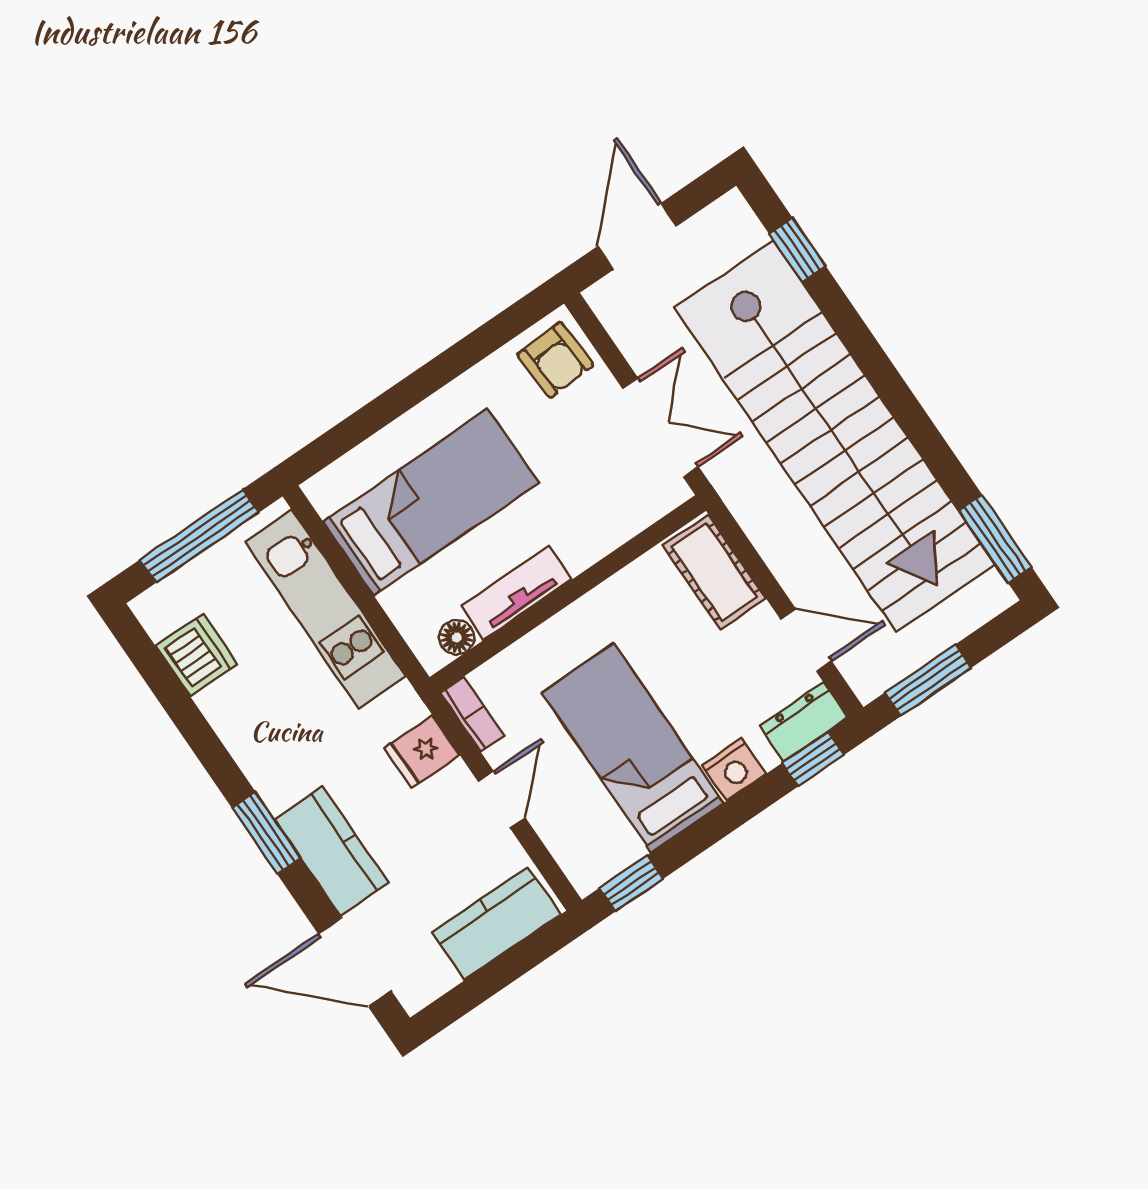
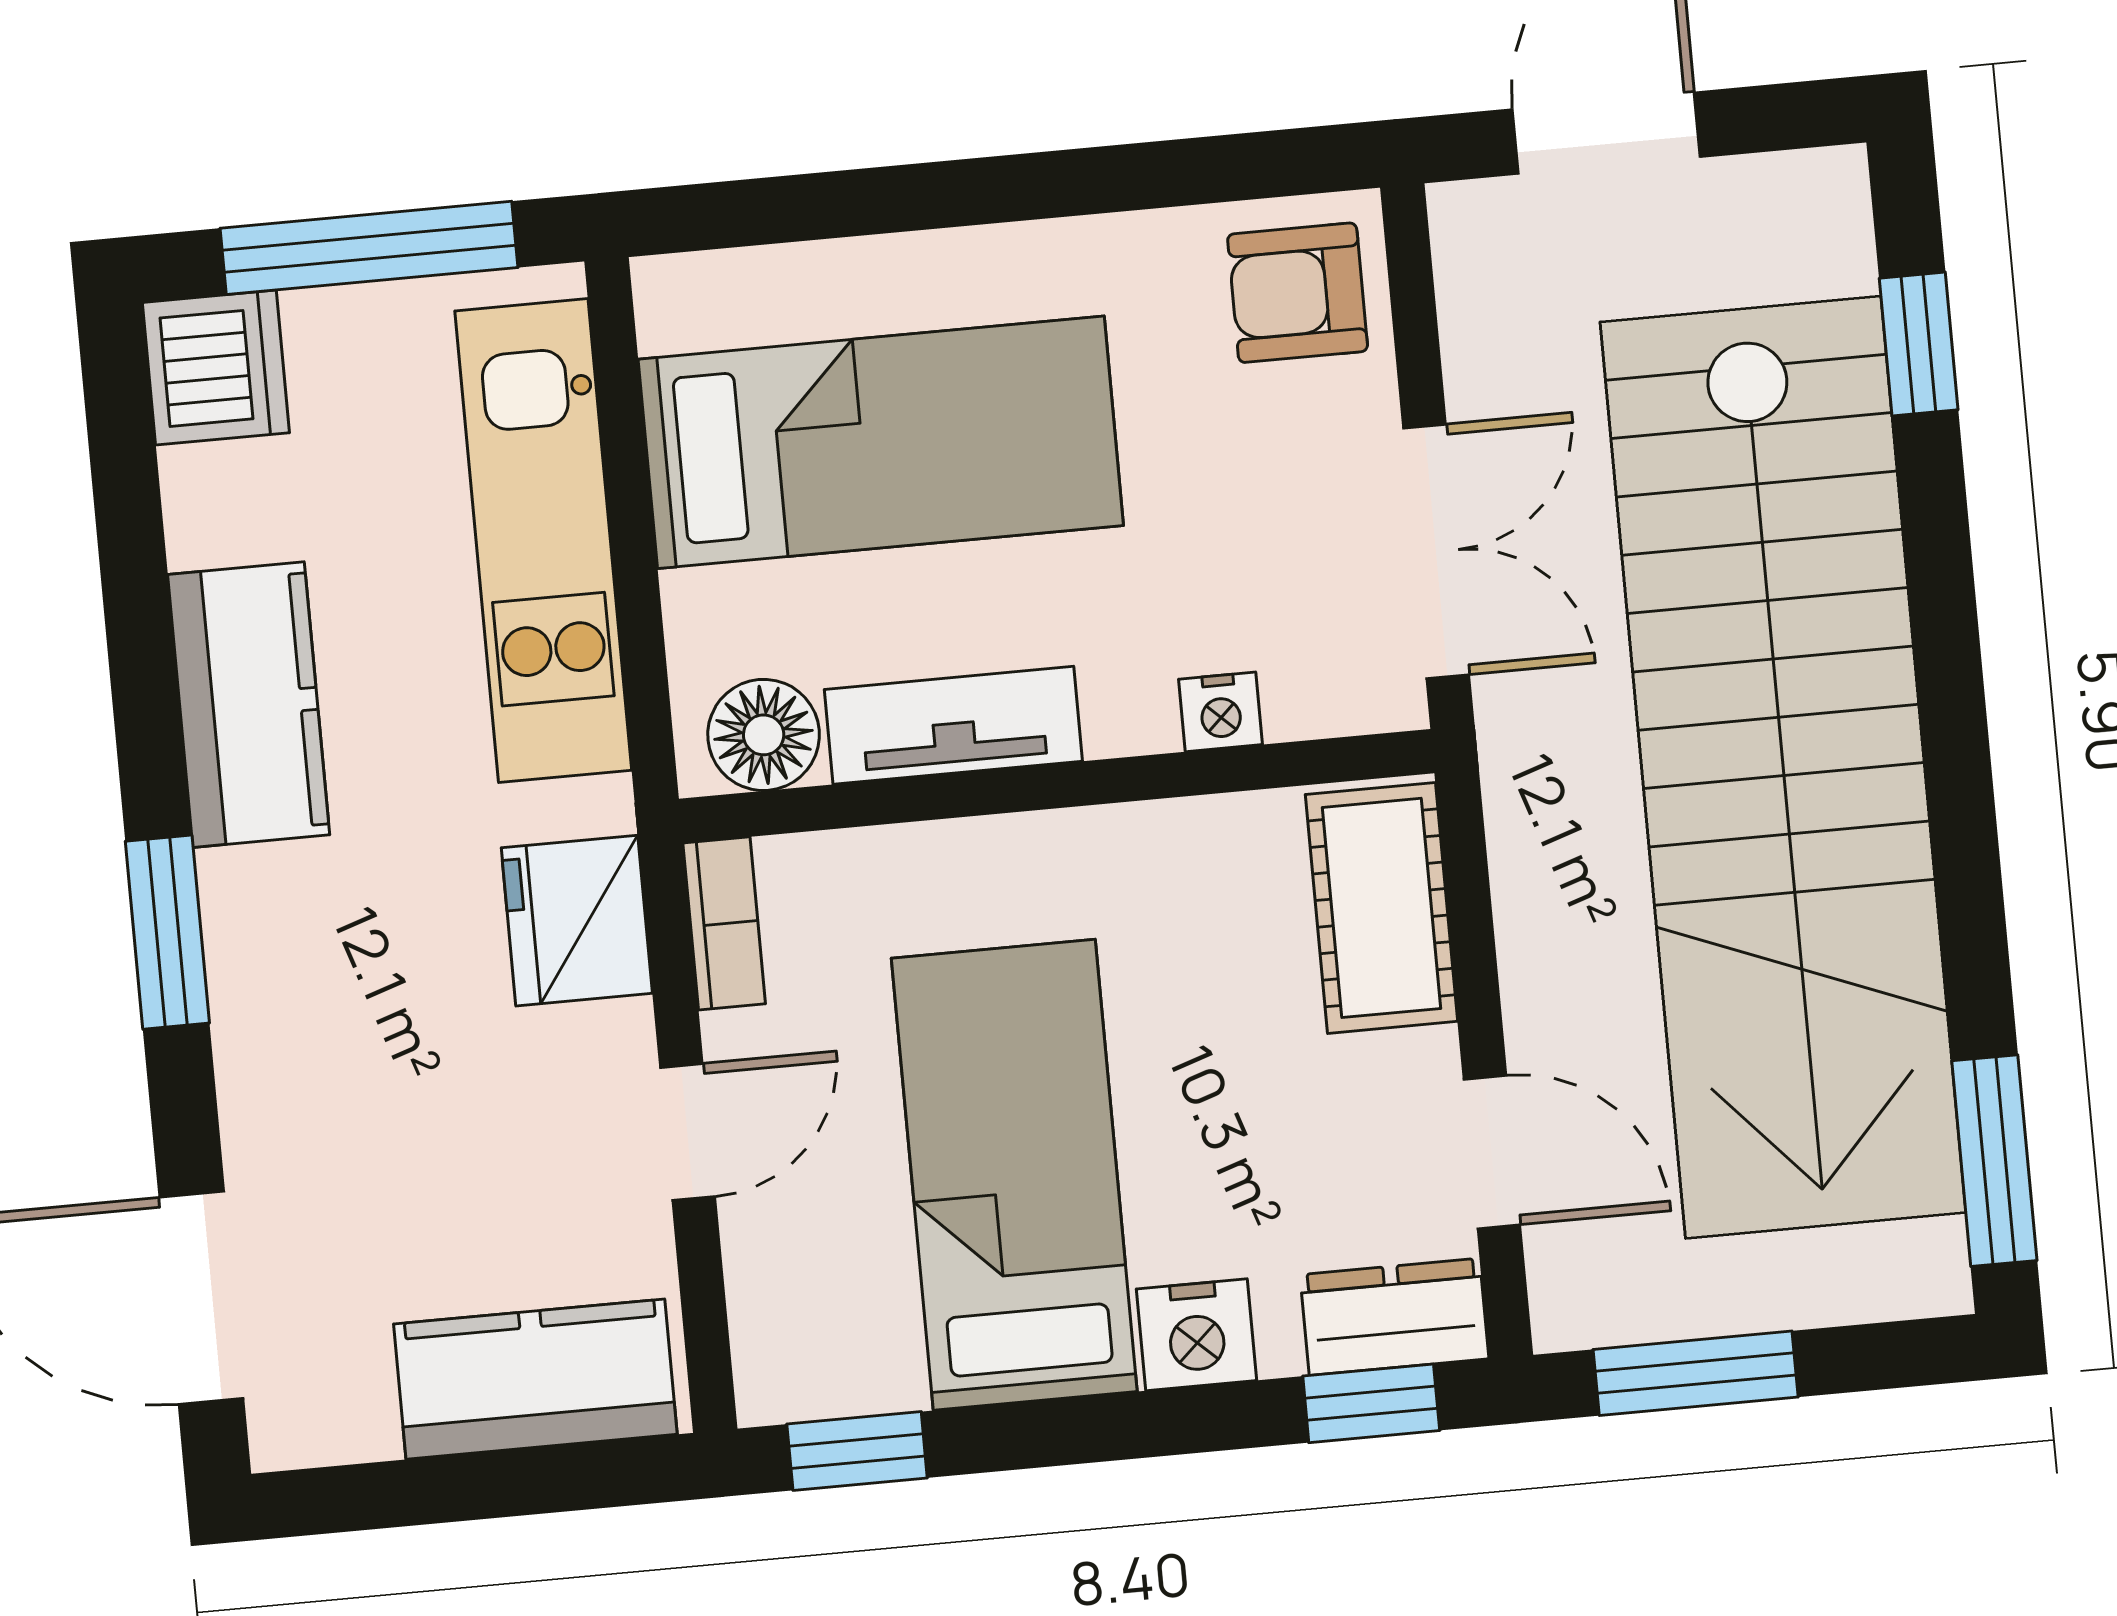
armchair: (555, 360) -> (1298, 293), turned 93
nightstand: (613, 532) -> (1221, 712), added
floor lamp: (457, 637) -> (764, 735), width x1.37, depth x1.37
dishwasher: (196, 655) -> (216, 368), moved
fridge: (422, 752) -> (577, 921), width x1.38
kitchen counter: (331, 851) -> (249, 705), moved

